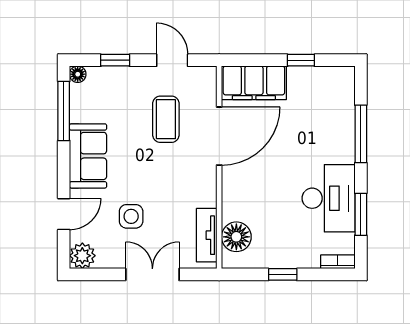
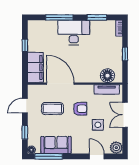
sofa: (88, 156) -> (56, 145), moved
armchair: (166, 178) -> (80, 109), added
desk: (329, 198) -> (74, 33), moved

